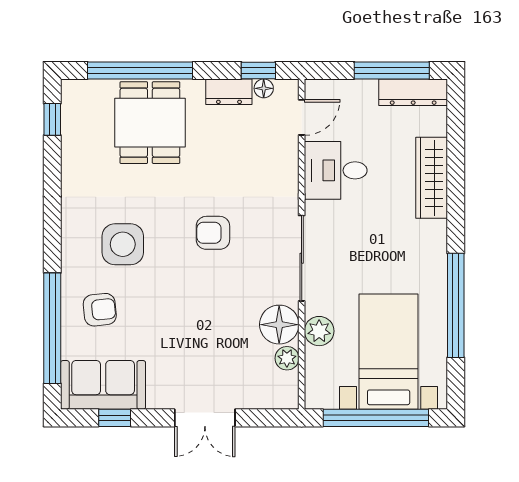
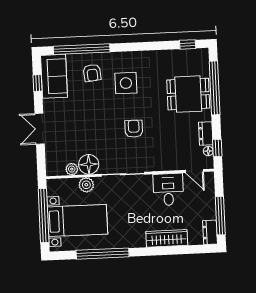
dresser: (413, 92) -> (210, 232), width x0.70

